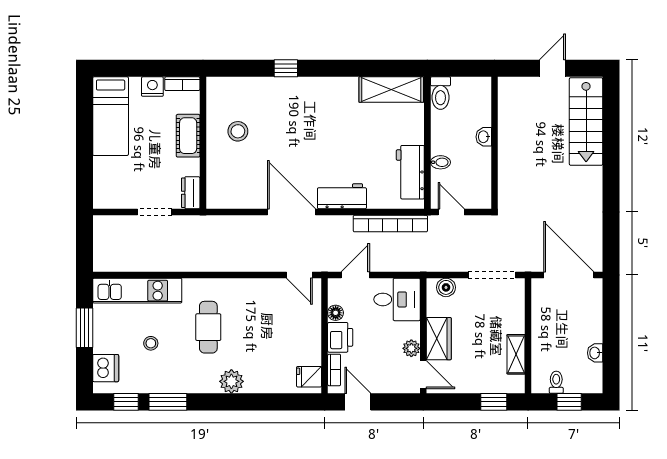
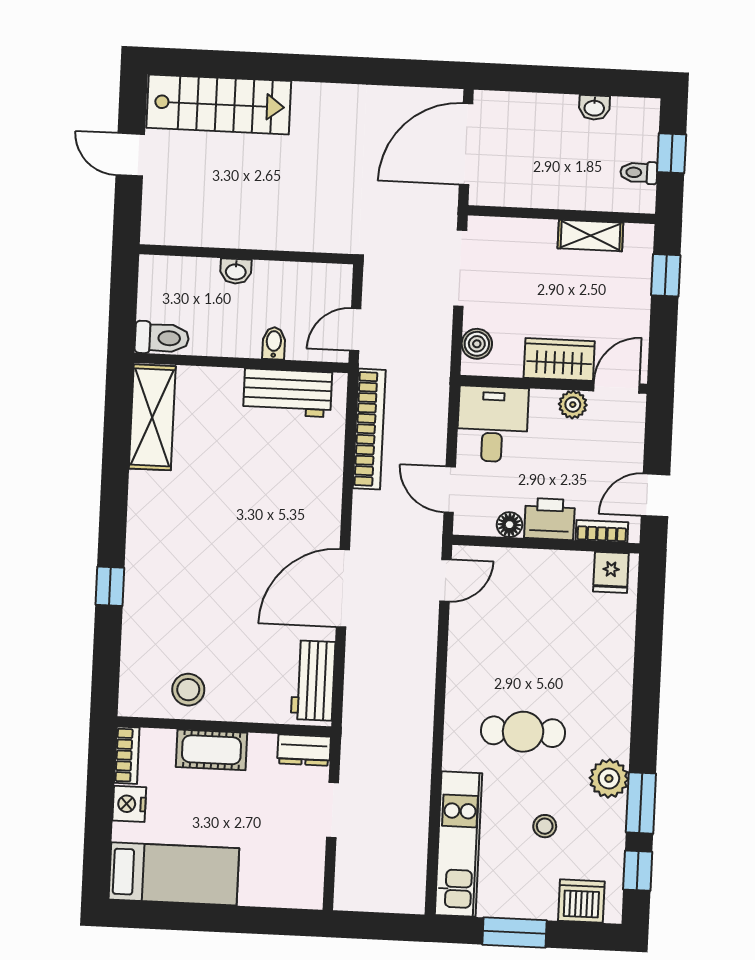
stool: (238, 131) -> (188, 690), moved
workbench: (342, 196) -> (313, 680), moved
plant: (231, 381) -> (609, 779), moved

